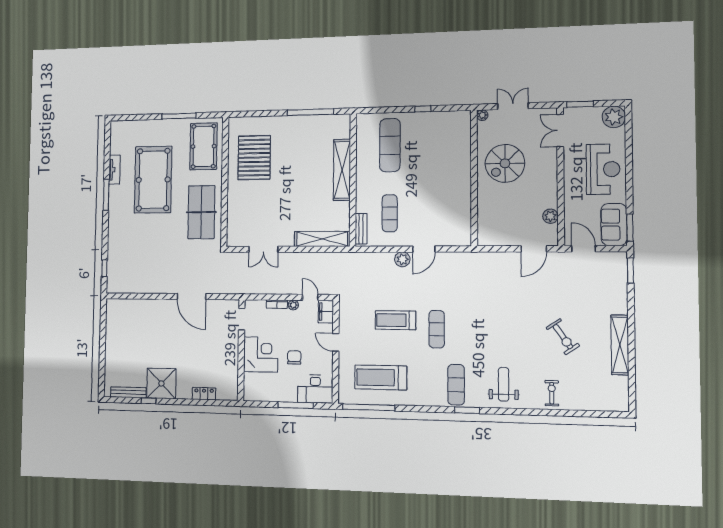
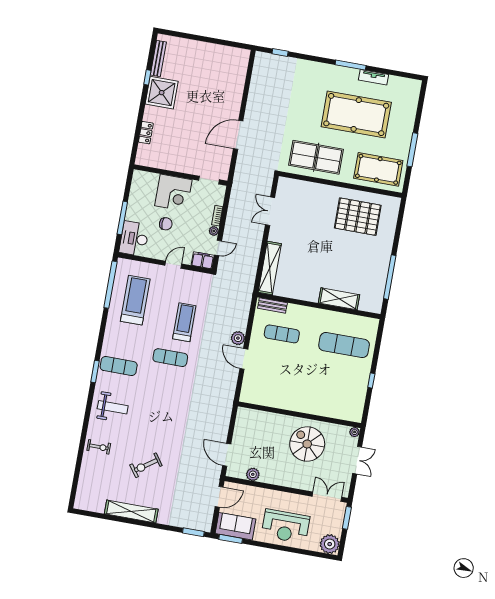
shelving: (342, 170) -> (339, 299), width x0.68

